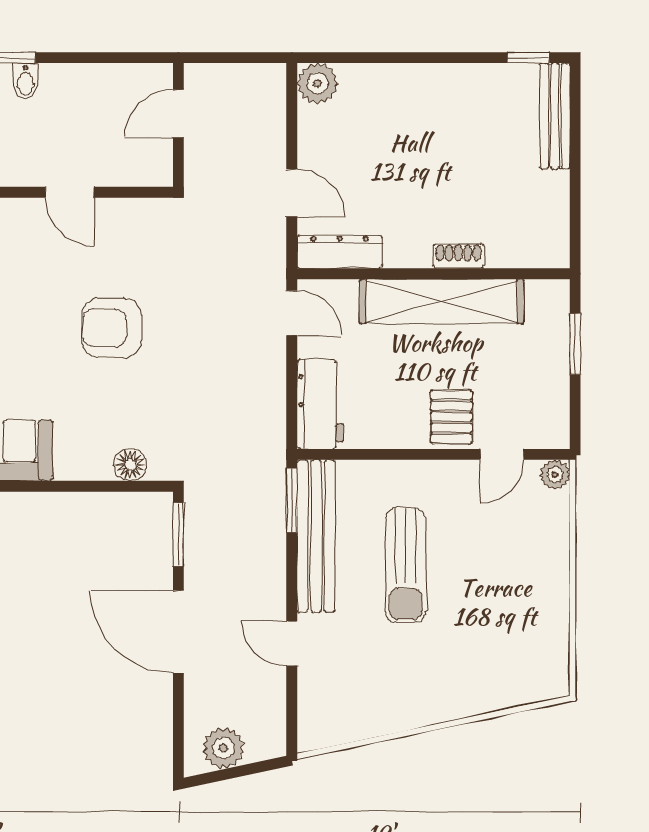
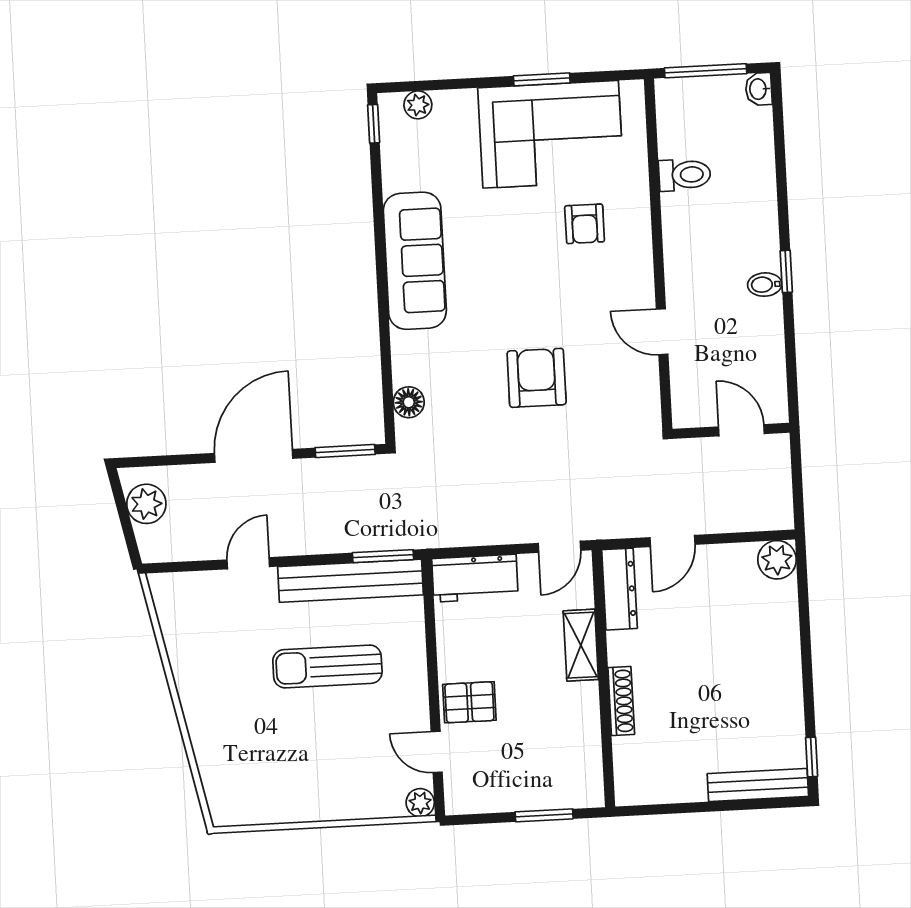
door: (70, 192) -> (662, 332), hinge flipped
shoe rack: (458, 256) -> (621, 701), width x1.43
shelving: (442, 301) -> (581, 645), width x0.45, depth x0.75

